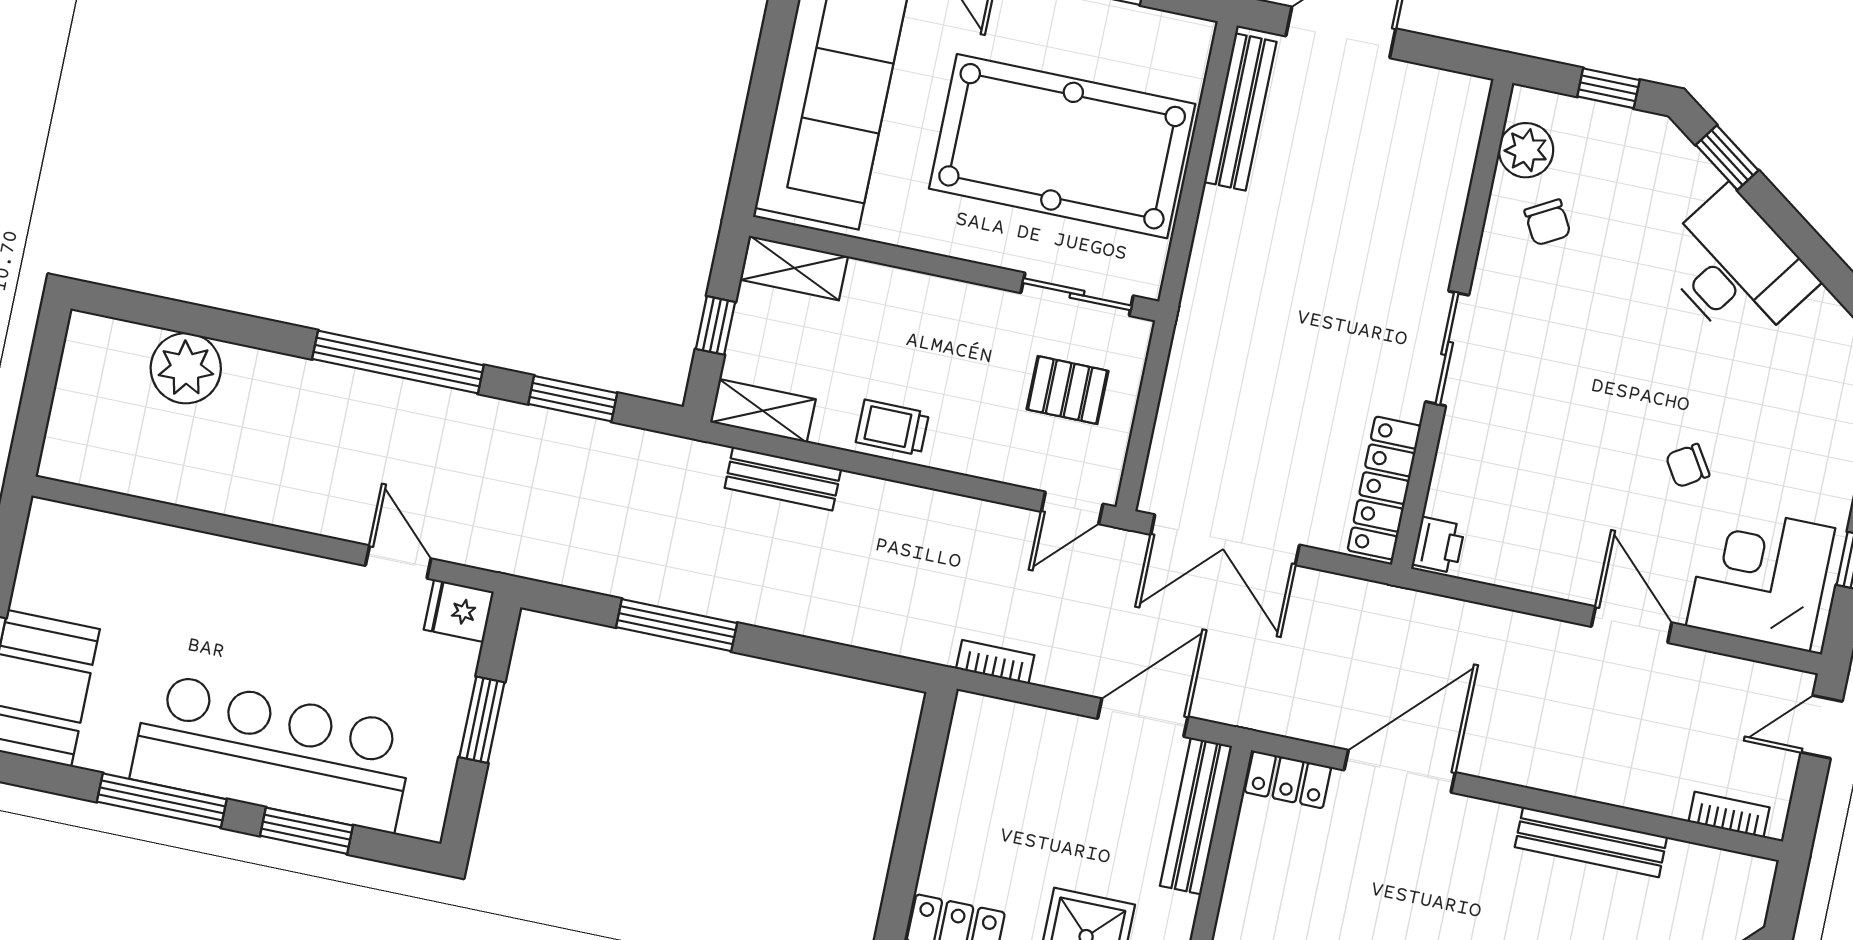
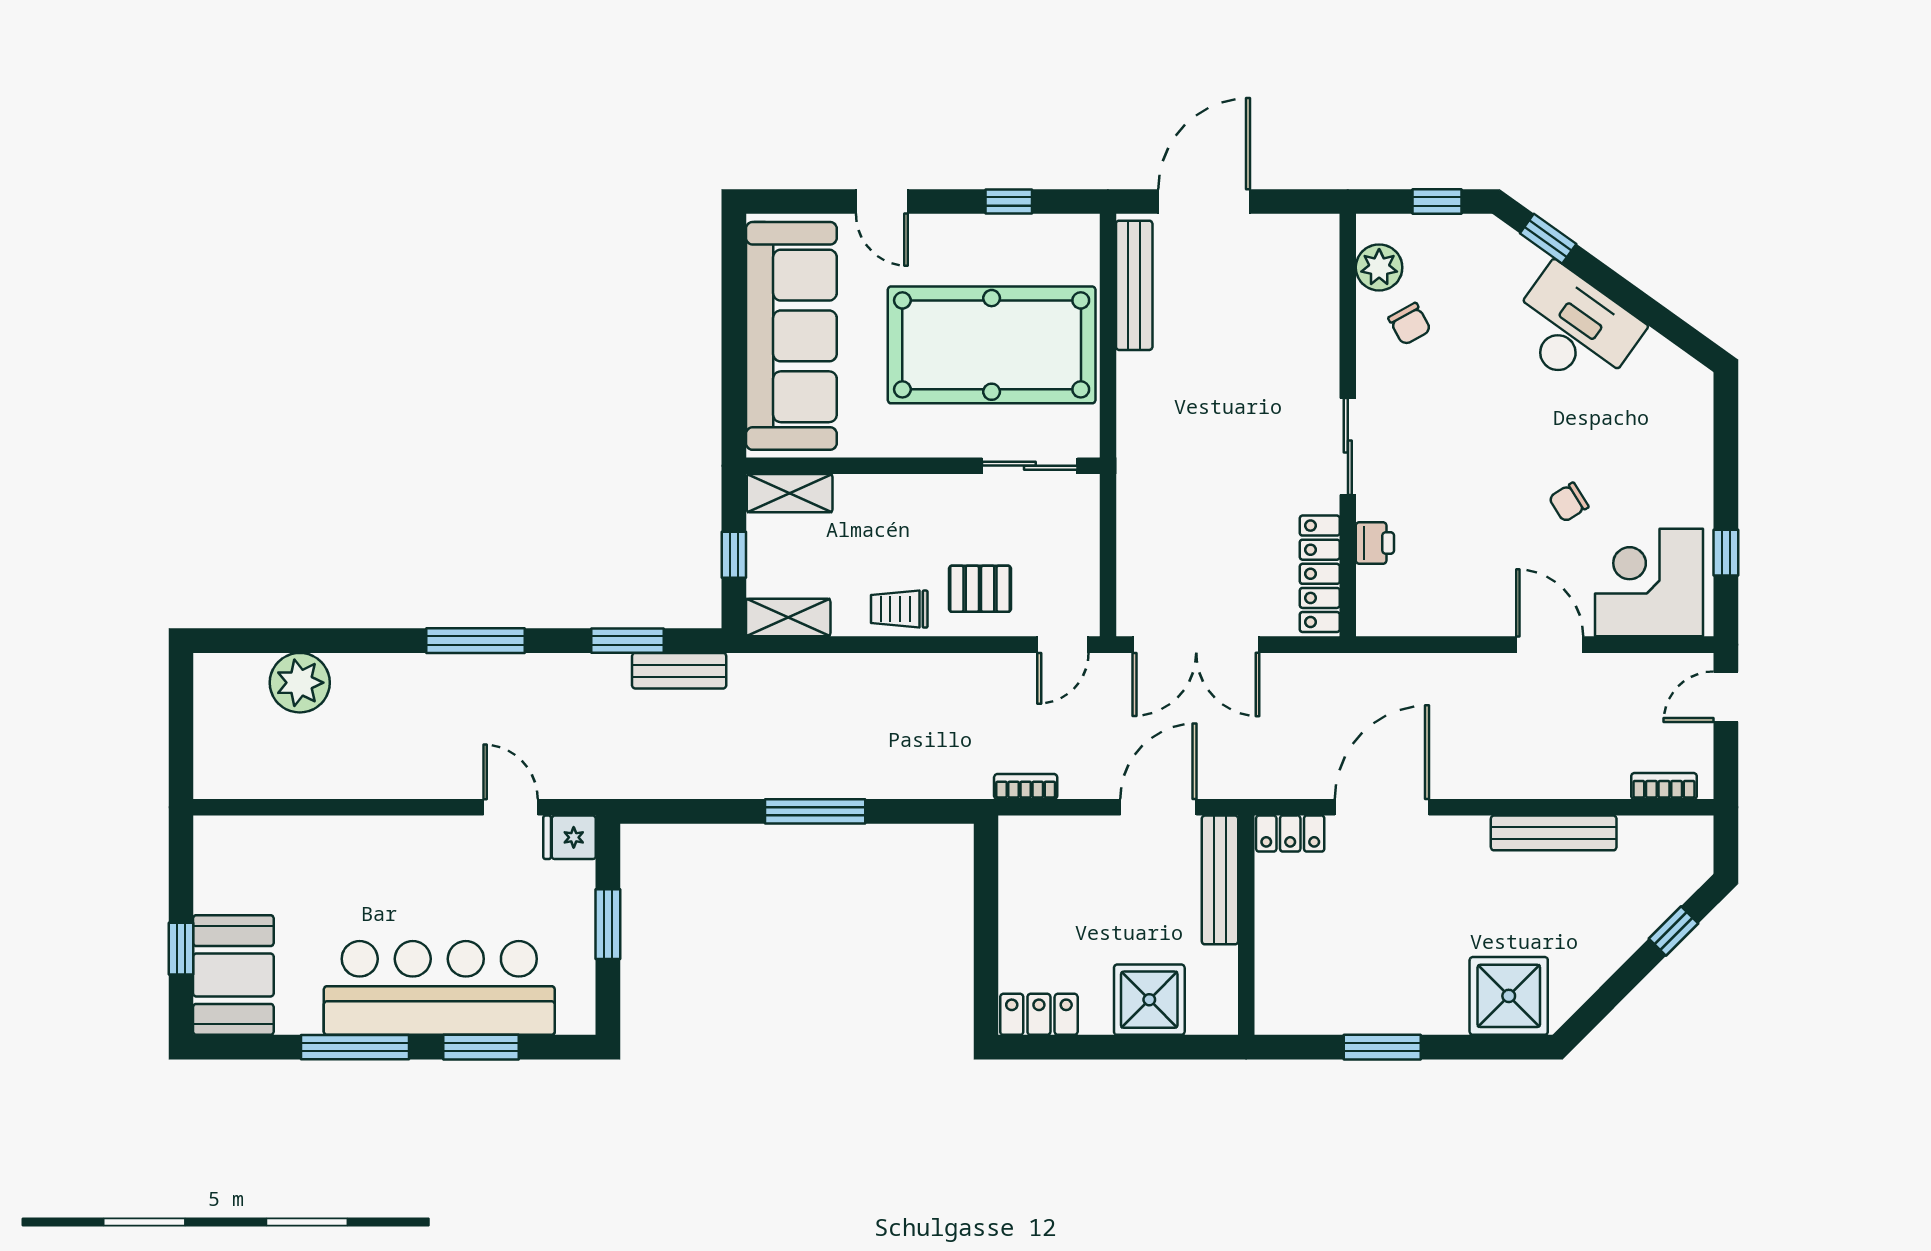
window: (398, 362) -> (476, 641), width x0.68
pallet: (1068, 390) -> (980, 589), moved
bench: (783, 479) -> (679, 671), moved
printer: (1439, 545) -> (1375, 543), moved
window: (677, 625) -> (815, 811), moved

